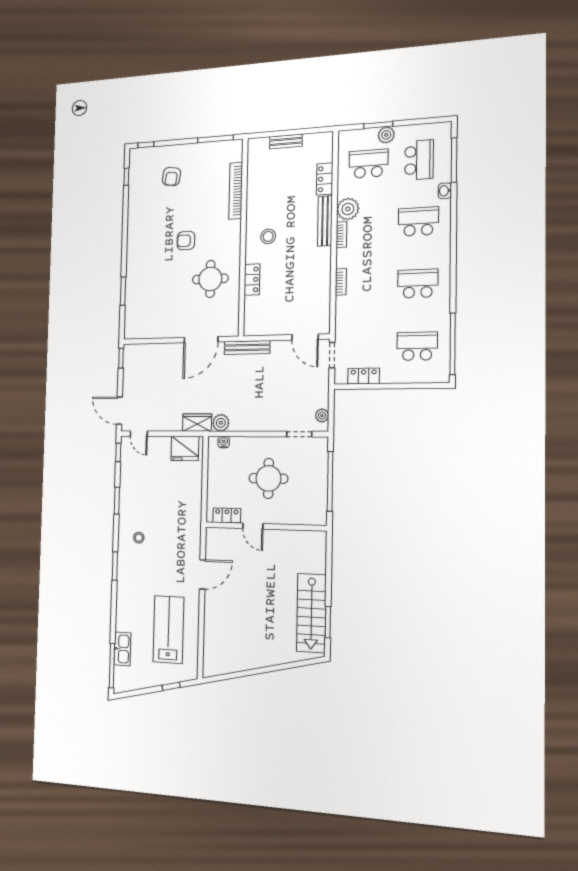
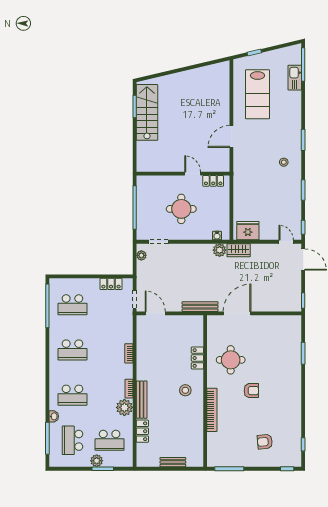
armchair: (171, 177) -> (265, 442), turned -103
bookcase: (236, 191) -> (212, 410), moved

